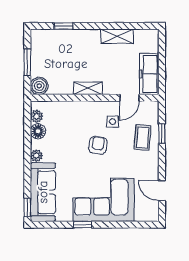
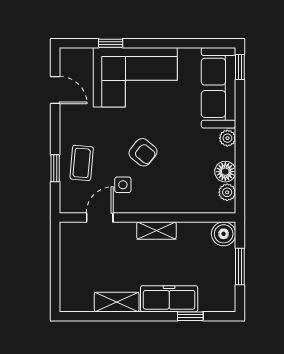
freezer: (149, 74) -> (169, 299), moved, turned -90
armchair: (98, 145) -> (143, 152), turned -60
window: (83, 225) -> (111, 43), moved

